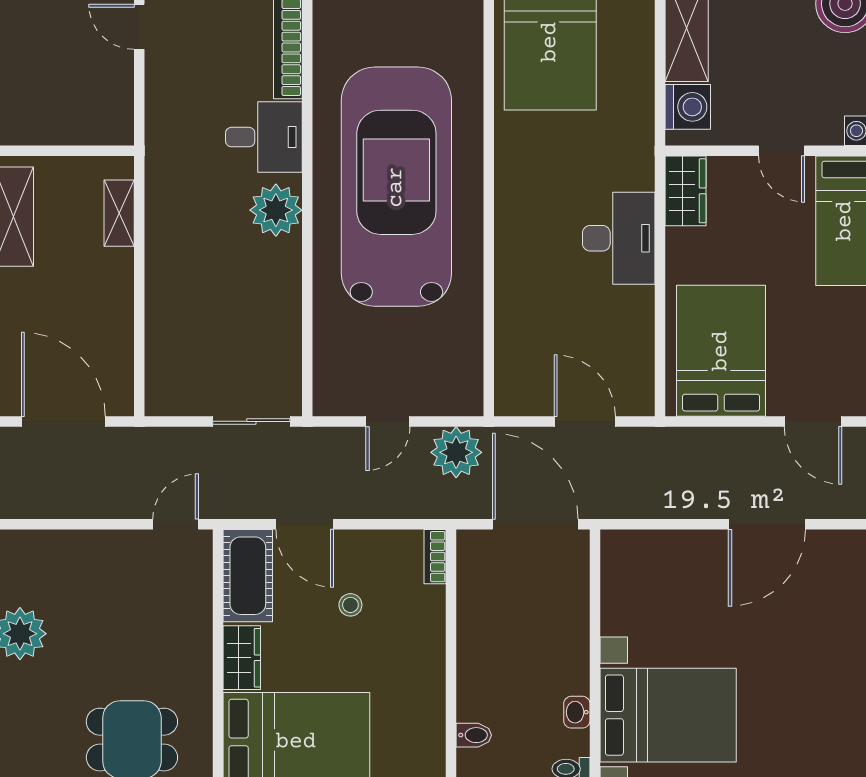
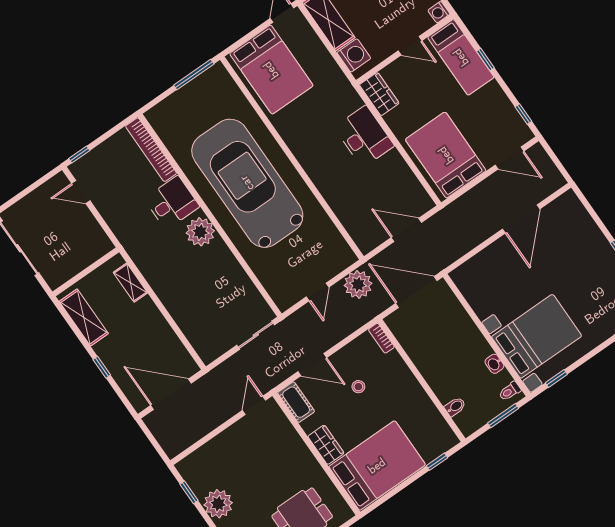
cot: (248, 576) -> (296, 402), width x0.73, depth x0.75

